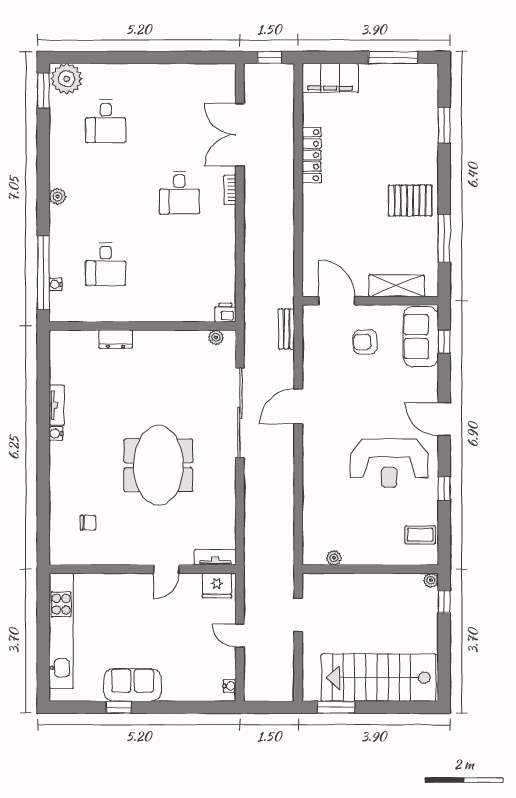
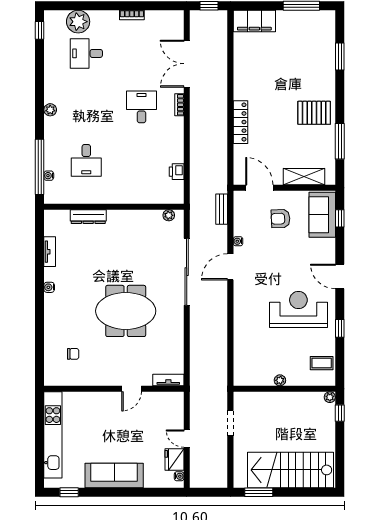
bookcase: (167, 70) -> (132, 15), added
plant: (67, 79) -> (78, 22), moved
window: (43, 90) -> (40, 30), width x0.67
desk: (106, 121) -> (86, 53), turned 90
locker: (312, 155) -> (240, 122), moved
desk: (179, 193) -> (141, 107), turned 180
printer: (225, 312) -> (177, 172), moved, turned -90
dresser: (116, 339) -> (88, 217), width x1.44
water cooler: (308, 372) -> (238, 241), added
tv unit: (57, 405) -> (50, 252), moved
reception desk: (389, 463) -> (298, 309), turned 180
meeting table: (158, 465) -> (126, 311), turned 90
plant: (334, 558) -> (280, 380), moved
fridge: (217, 586) -> (174, 460), moved, turned 90
sofa: (132, 685) -> (114, 475), width x1.36
window: (119, 707) -> (69, 492), moved

